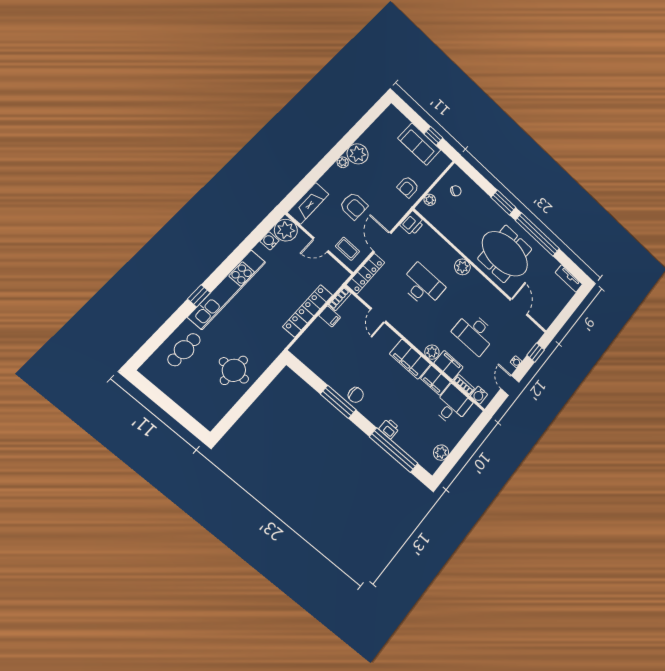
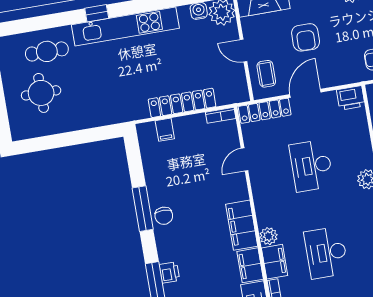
desk: (422, 286) -> (311, 166), turned 180
filing cabinet: (330, 316) -> (165, 130), moved
round table: (234, 370) -> (41, 93), moved

